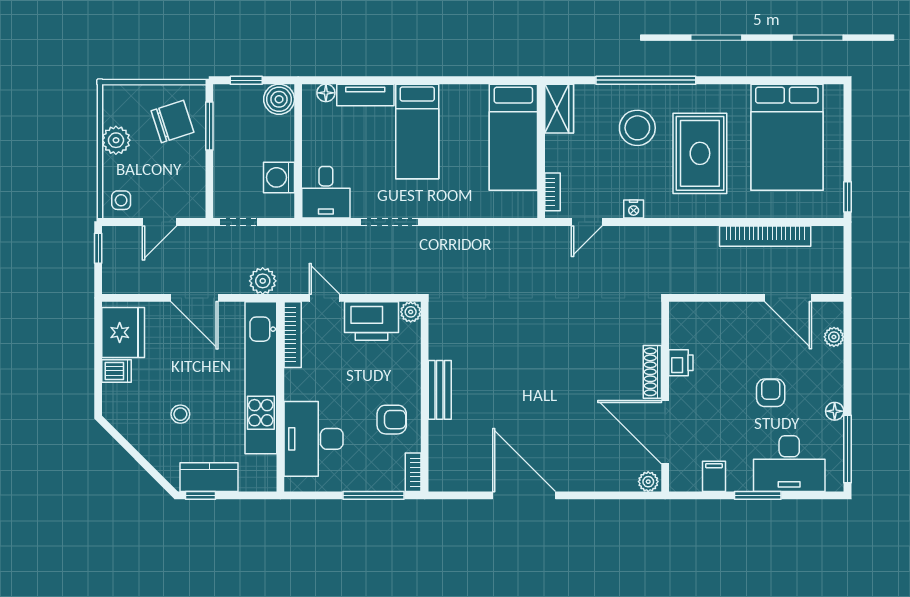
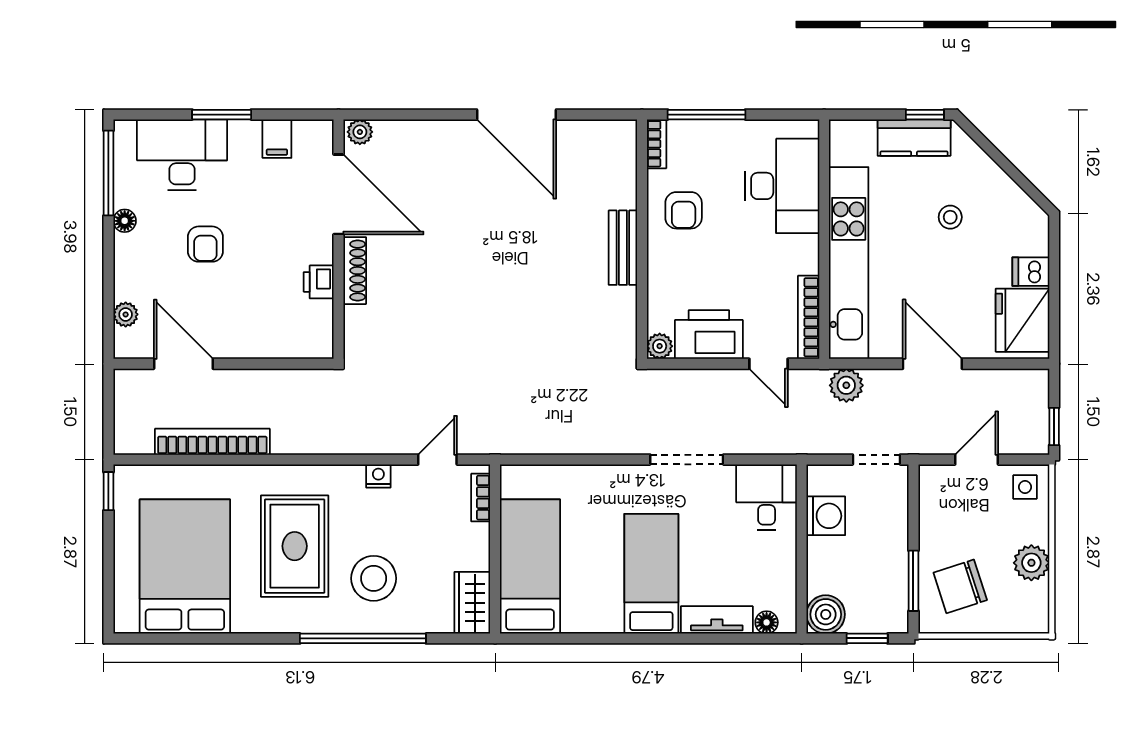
armchair: (392, 420) -> (684, 210), turned -90

